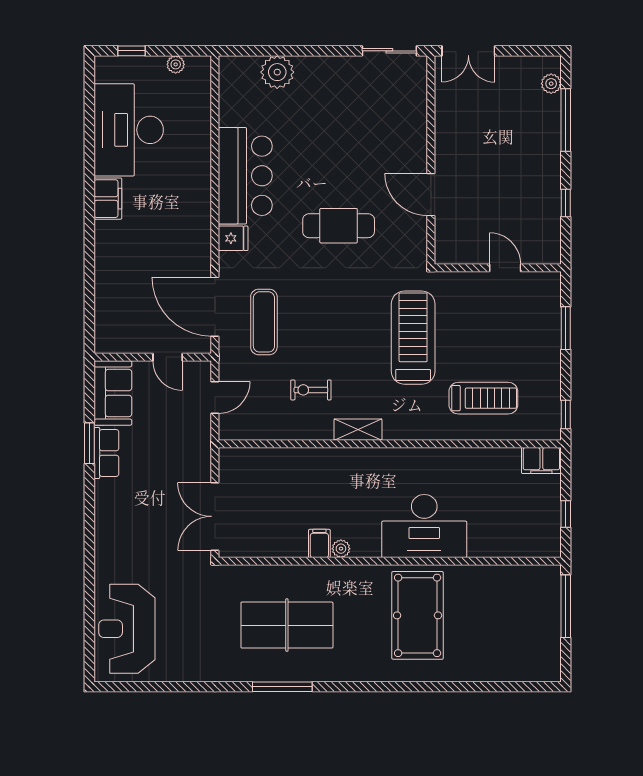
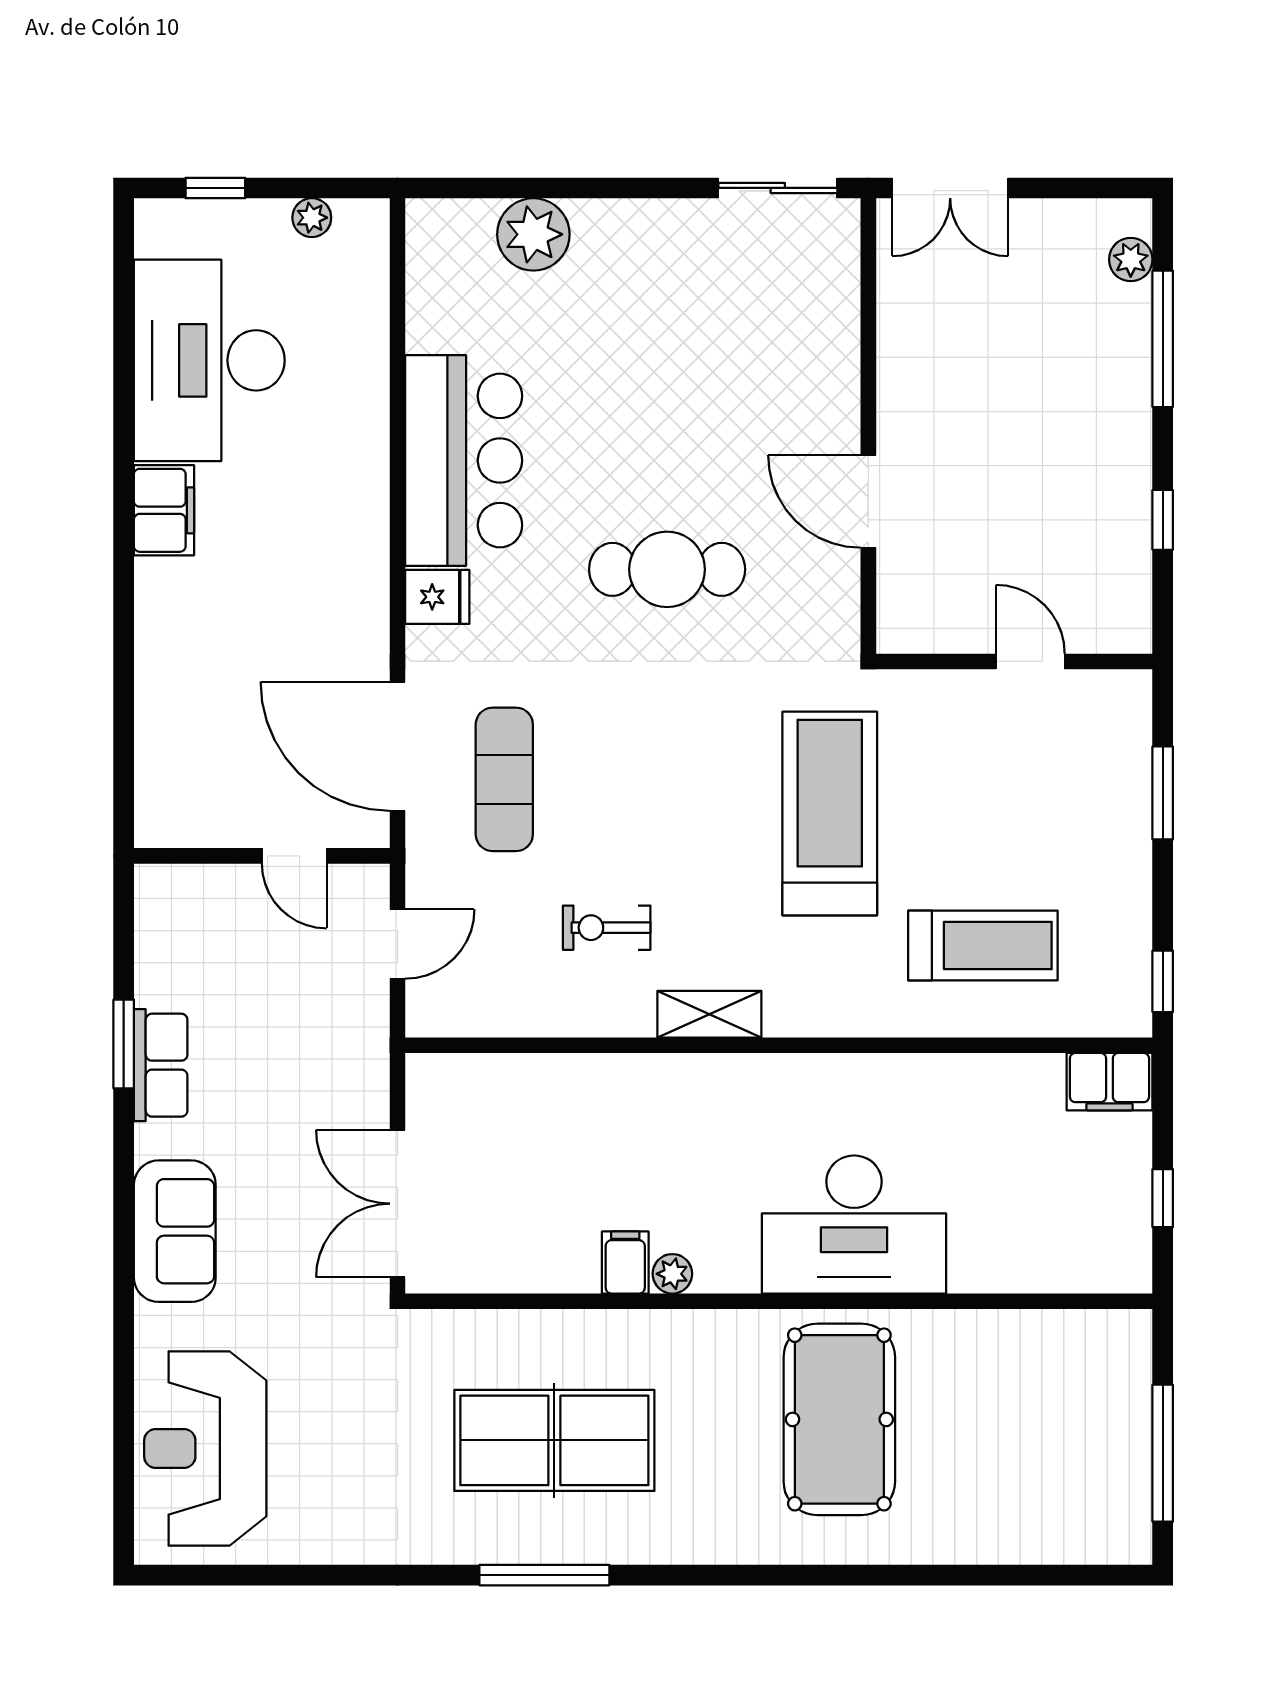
sofa: (113, 393) -> (175, 1231), moved
window: (566, 606) -> (1163, 1453), moved

